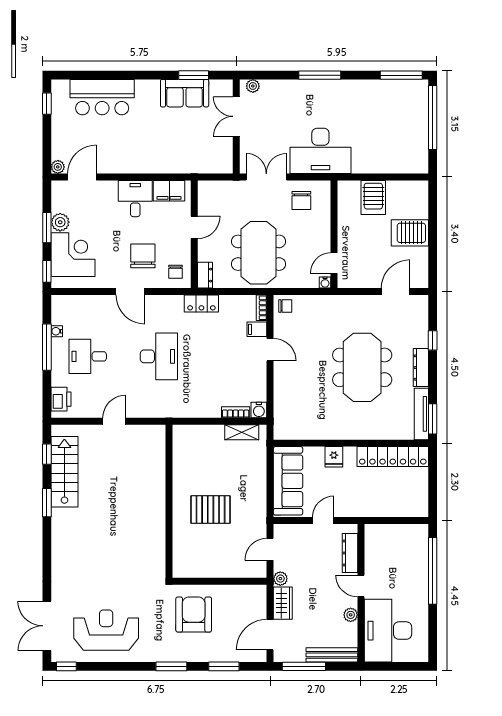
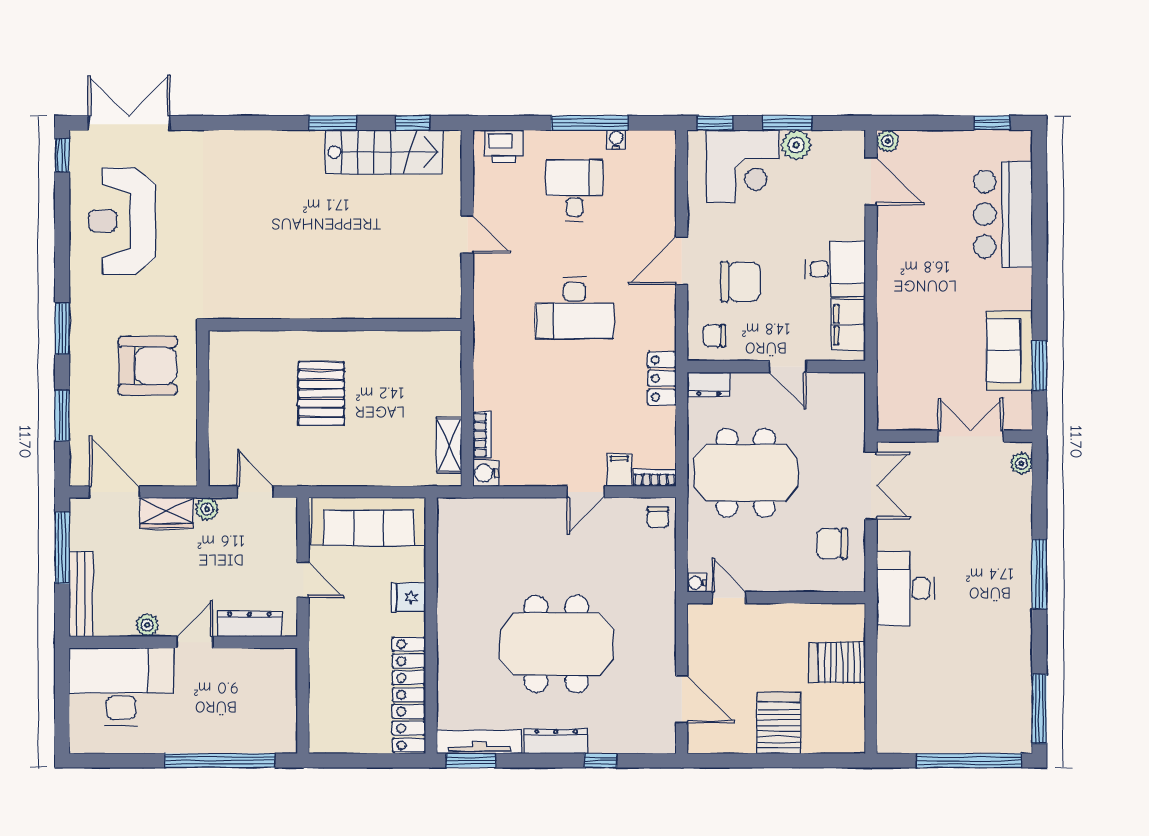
desk: (320, 151) -> (905, 589), width x0.73, depth x0.77
reception desk: (106, 630) -> (122, 221), turned 180

